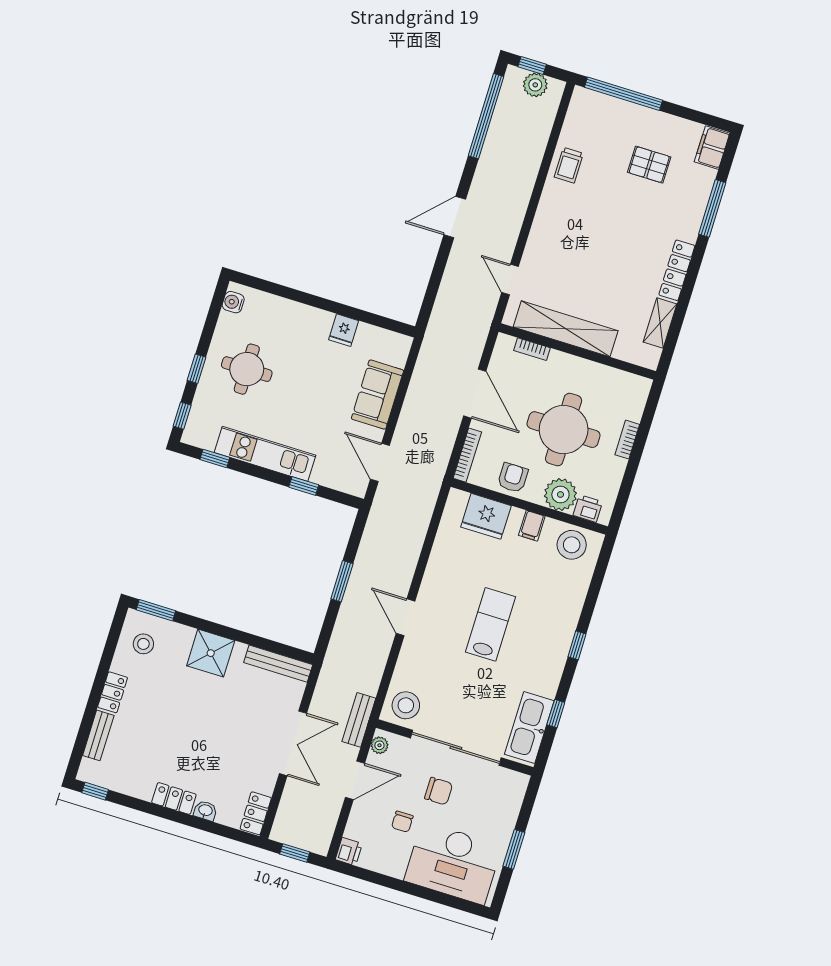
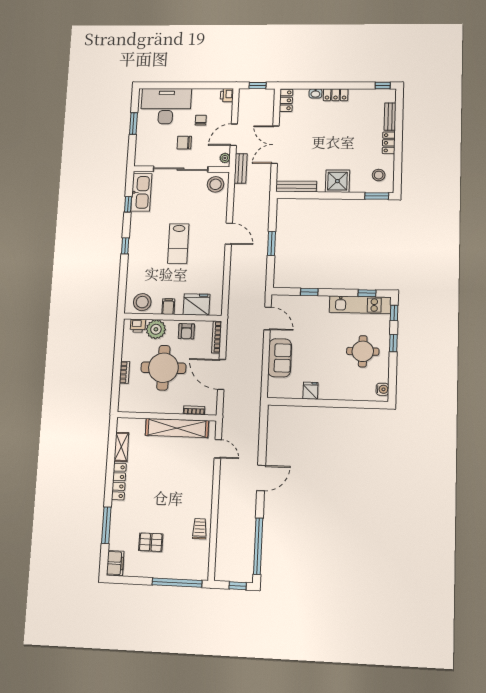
plant: (535, 85) -> (233, 574), removed
kitchen unit: (265, 454) -> (360, 305), moved

